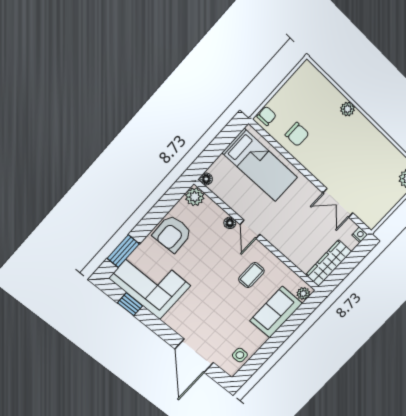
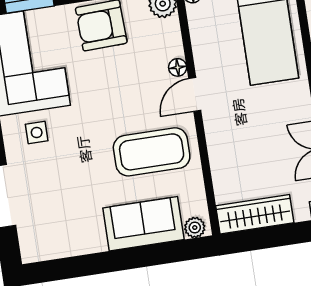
coffee table: (251, 275) -> (152, 152), width x1.86, depth x1.72
side table: (240, 355) -> (37, 133), moved

